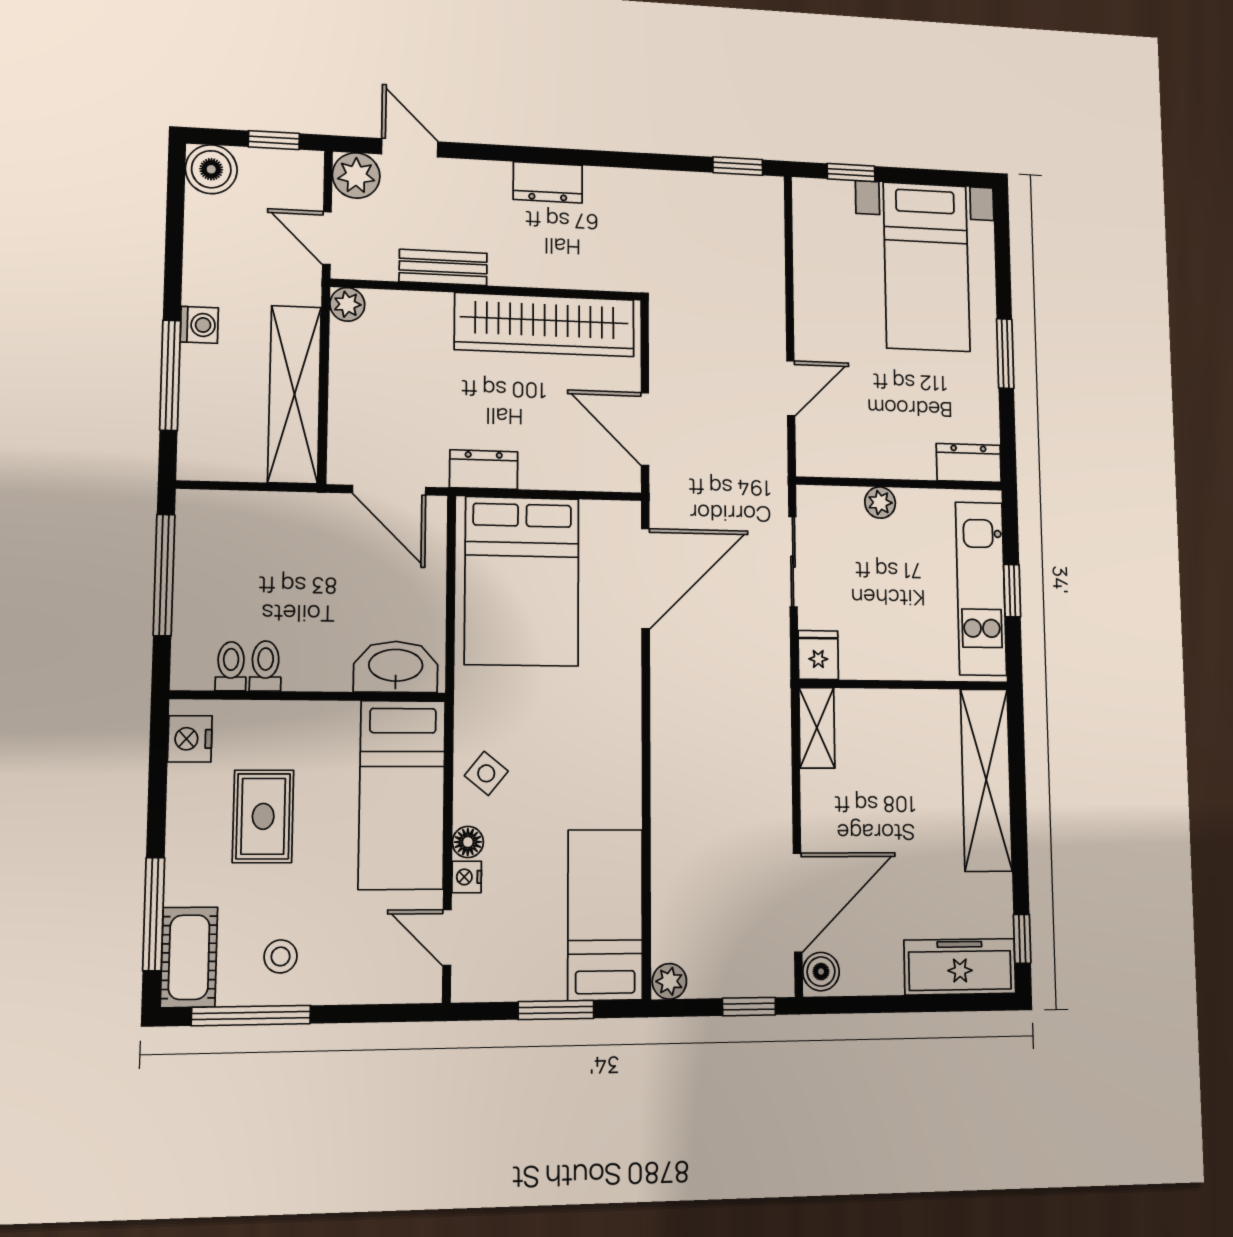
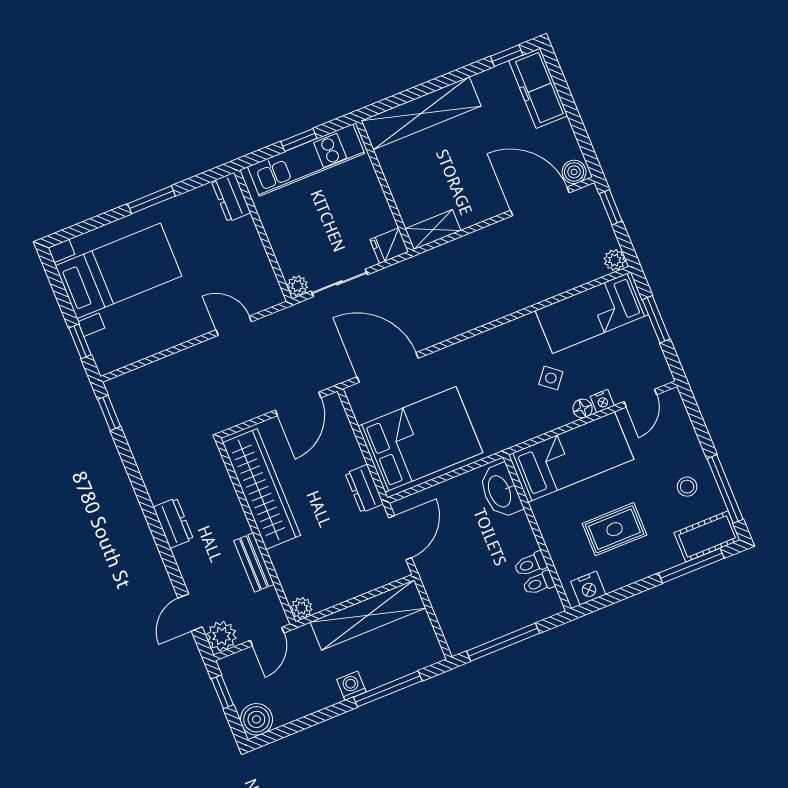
plant: (880, 503) -> (297, 286), moved
side table: (486, 773) -> (551, 378), moved

